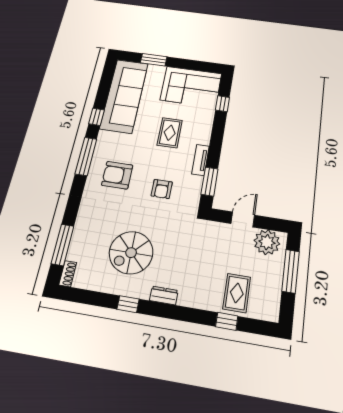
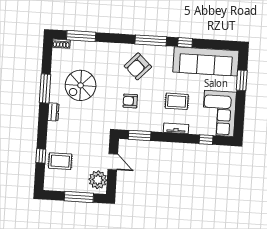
tv unit: (200, 160) -> (176, 128), moved
armchair: (117, 175) -> (138, 66), turned -137
spiral stairs: (131, 253) -> (81, 85), turned -90
window: (128, 304) -> (45, 88), width x2.17

